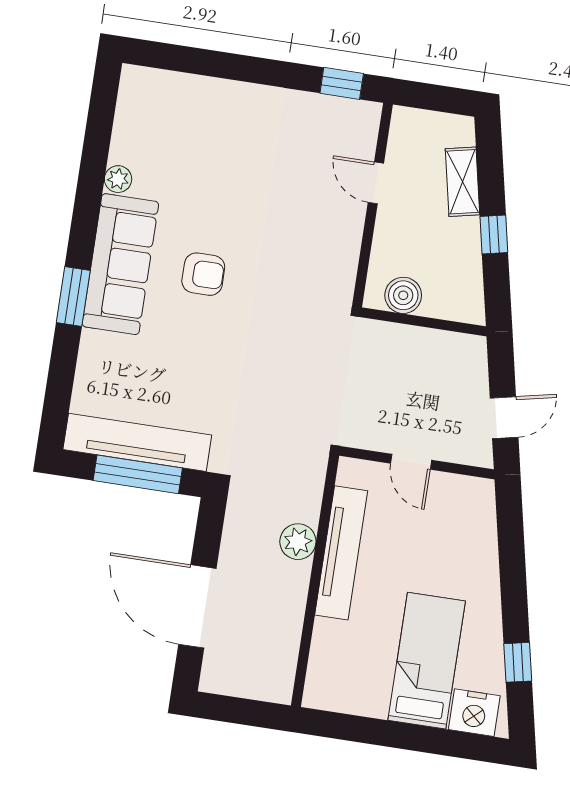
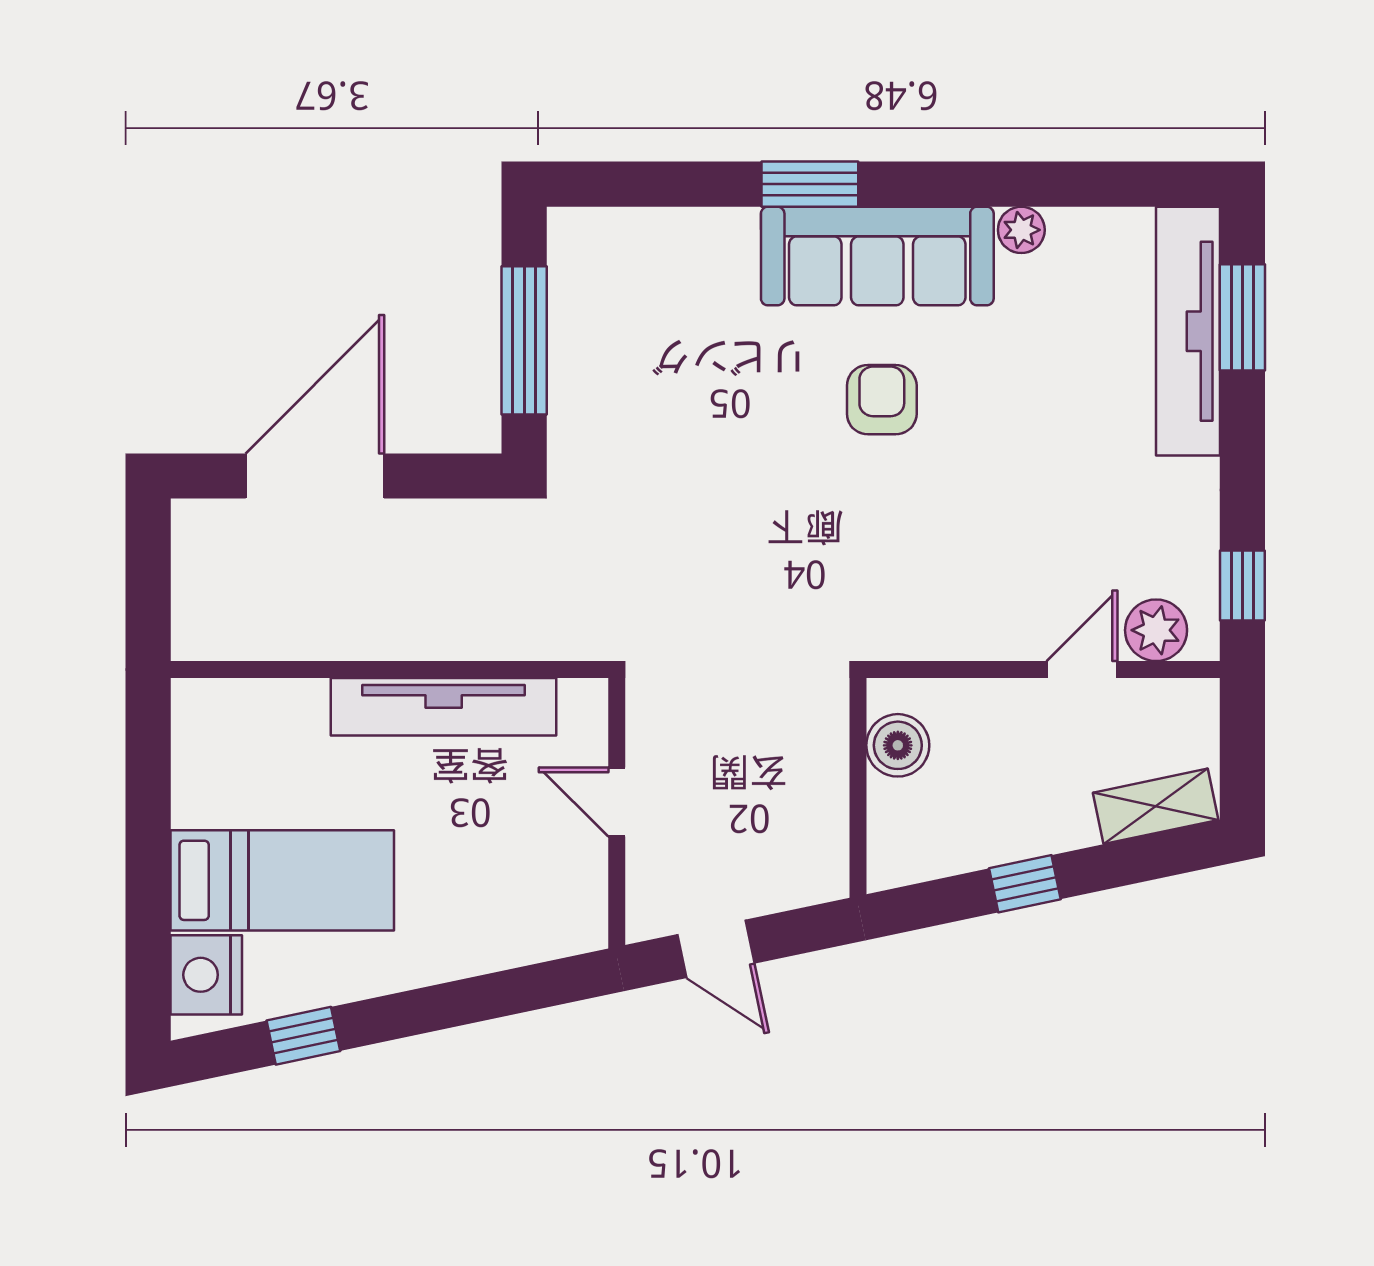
window: (188, 60) -> (1242, 317), added
shelving: (463, 182) -> (1156, 806), moved
armchair: (203, 274) -> (882, 400), turned 180
tv unit: (137, 442) -> (1188, 331), moved, turned 180
door: (411, 462) -> (617, 802), hinge flipped
plant: (298, 542) -> (1156, 630), moved

